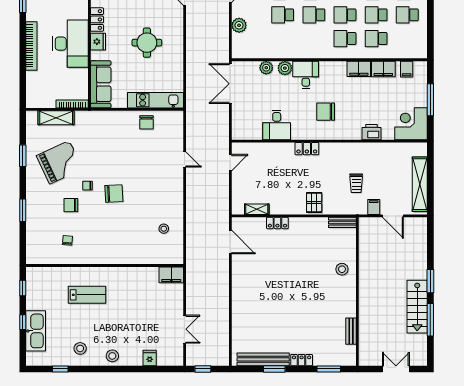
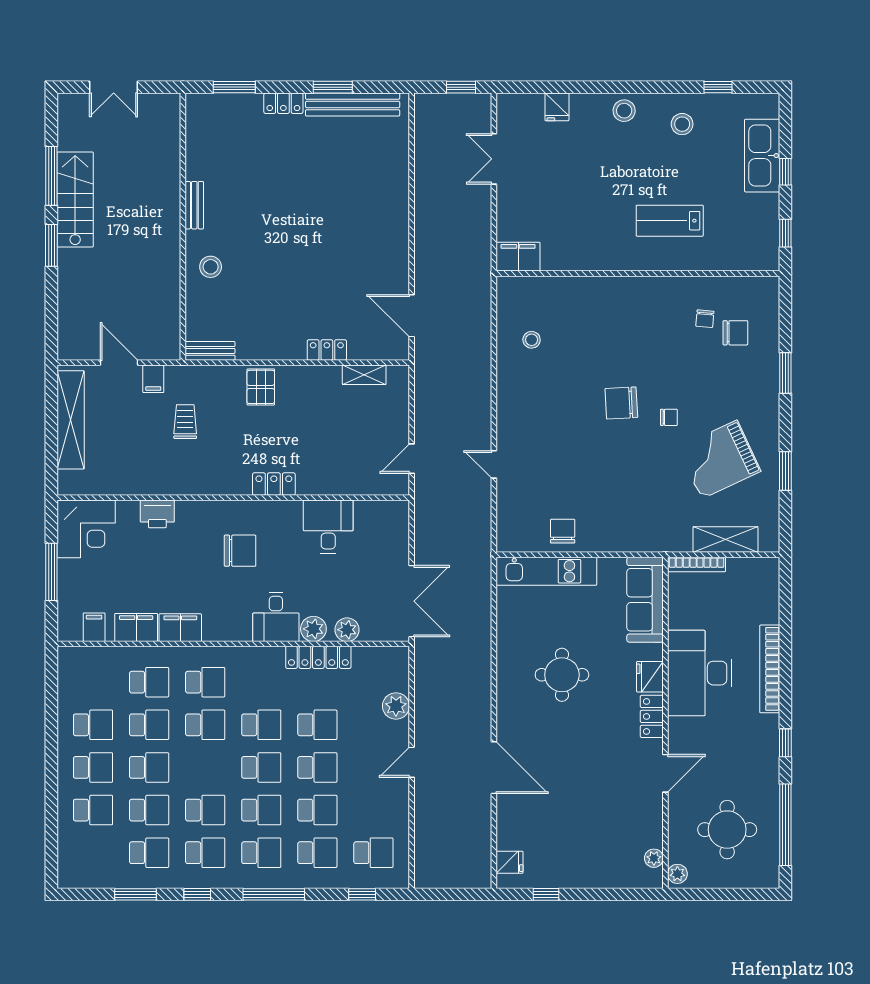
locker: (282, 52) -> (318, 657), added
chair: (71, 205) -> (735, 333), moved
bench: (351, 331) -> (194, 205), moved

